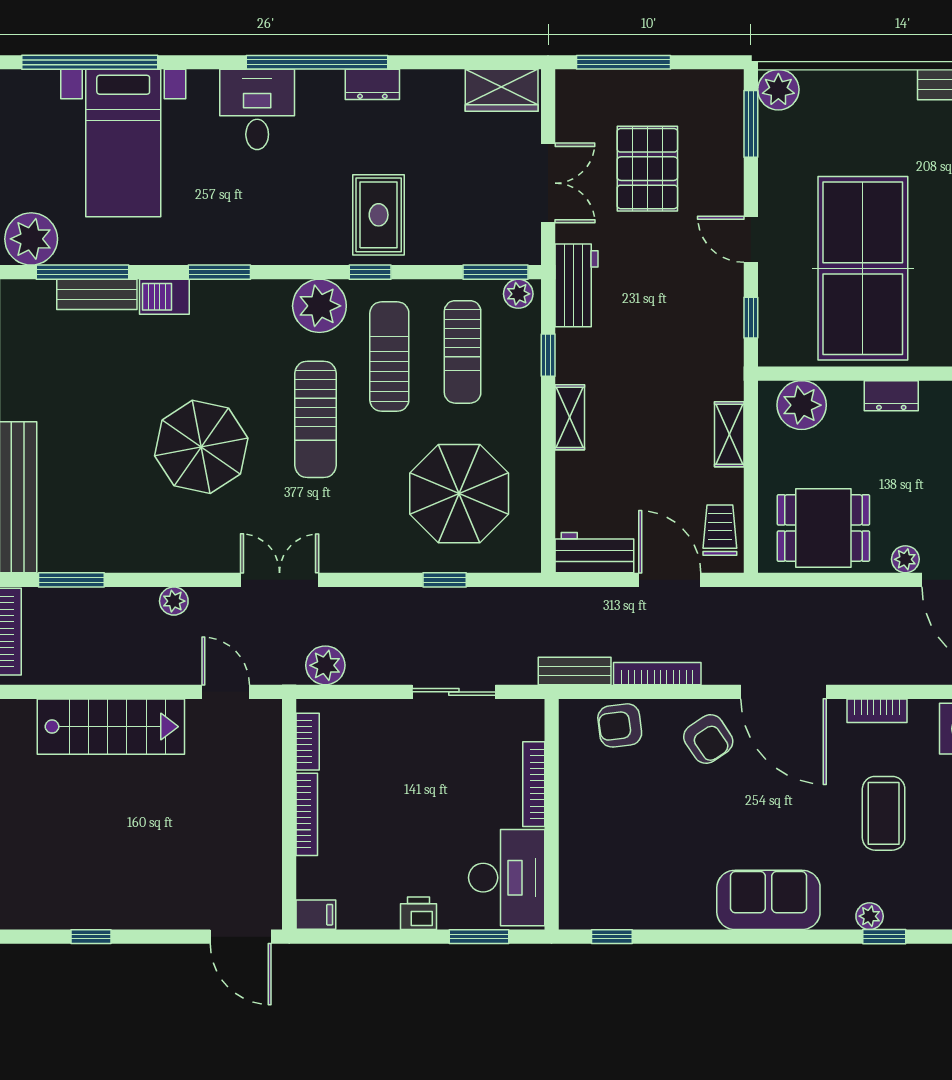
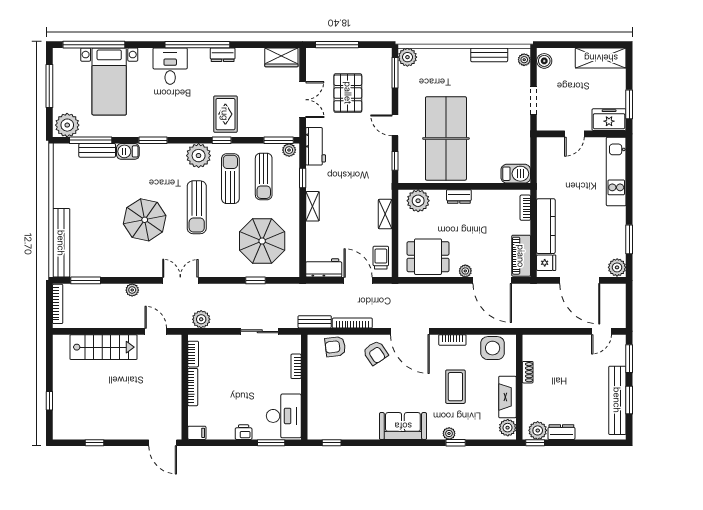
bookcase: (534, 784) -> (296, 366), width x0.64

